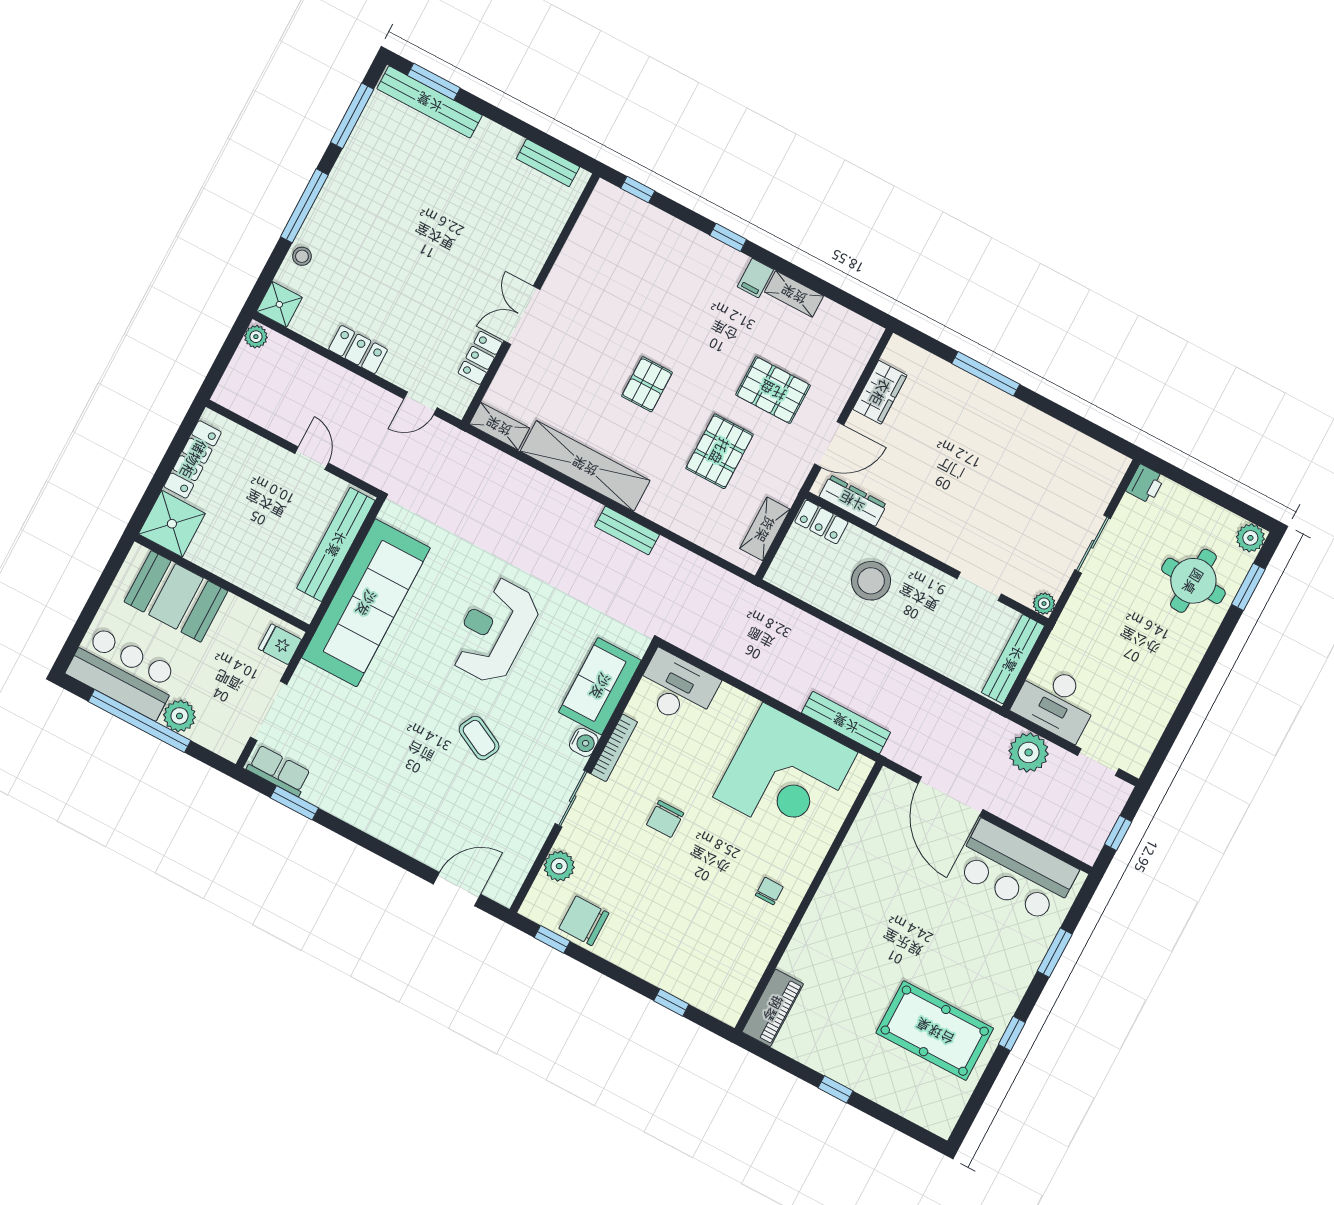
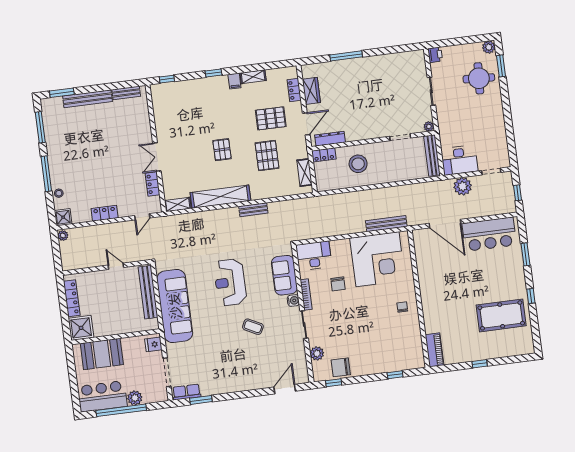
bench: (430, 102) -> (87, 99), moved
locker: (850, 369) -> (294, 90), added
chair: (665, 819) -> (338, 284), moved

